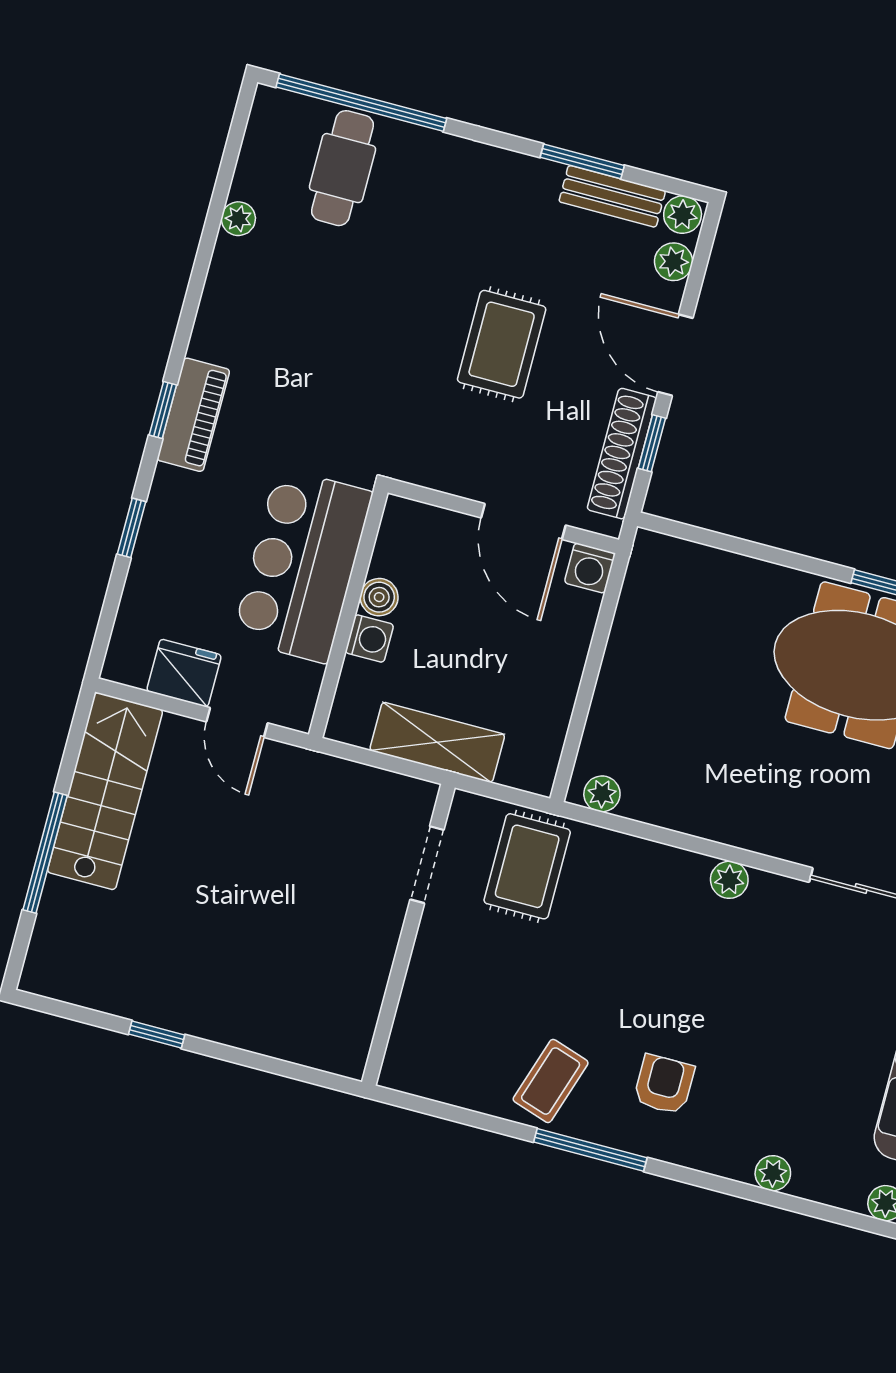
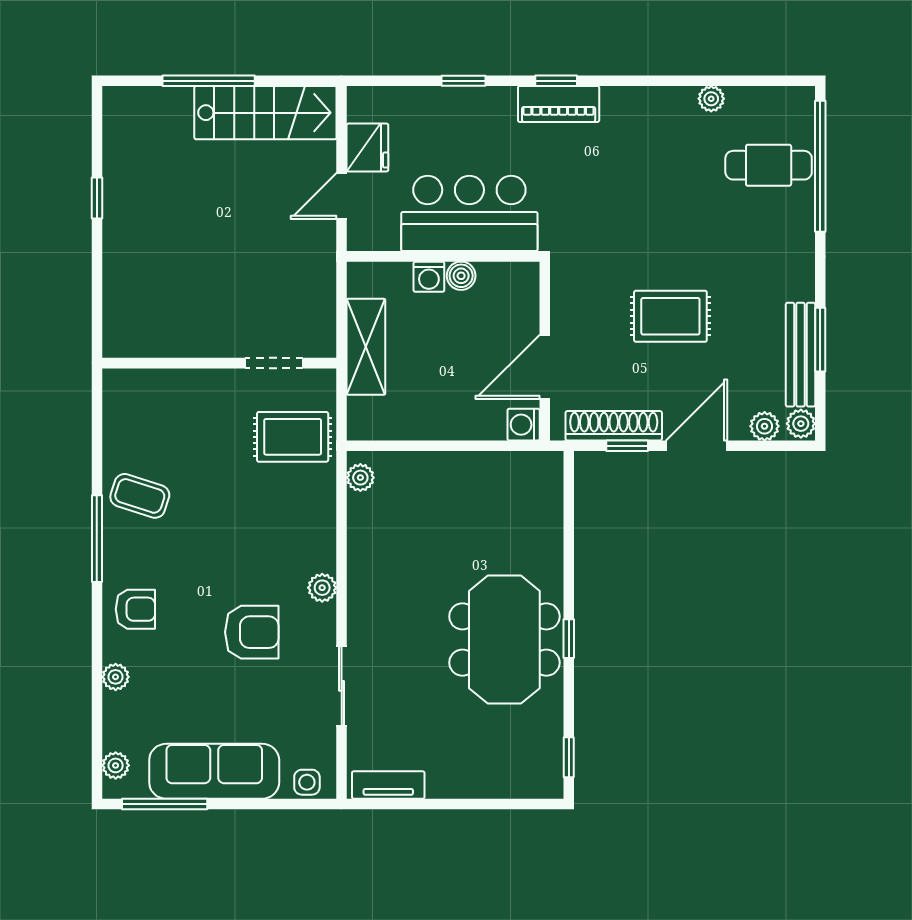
bench: (612, 196) -> (801, 355), width x1.36
armchair: (762, 985) -> (252, 632), added
armchair: (664, 1085) -> (135, 609), moved

